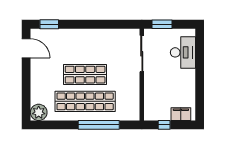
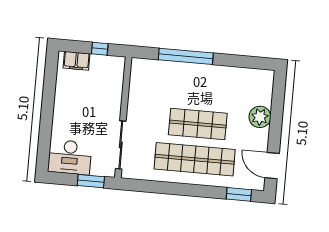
desk: (183, 52) -> (70, 157), moved, turned -90
shop shelf: (85, 101) -> (195, 159), moved
plant: (39, 112) -> (260, 117), moved

